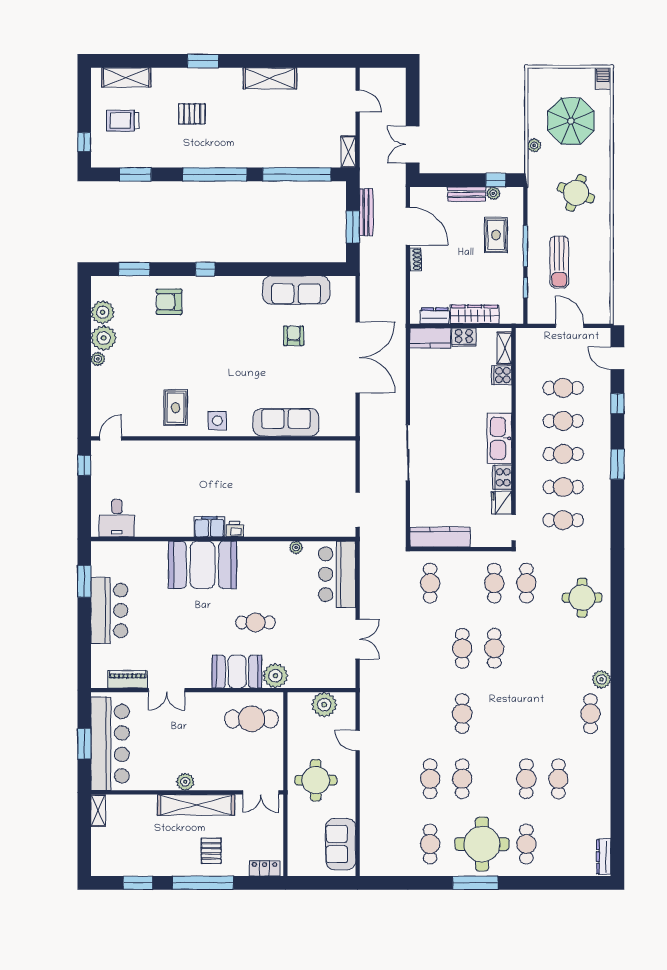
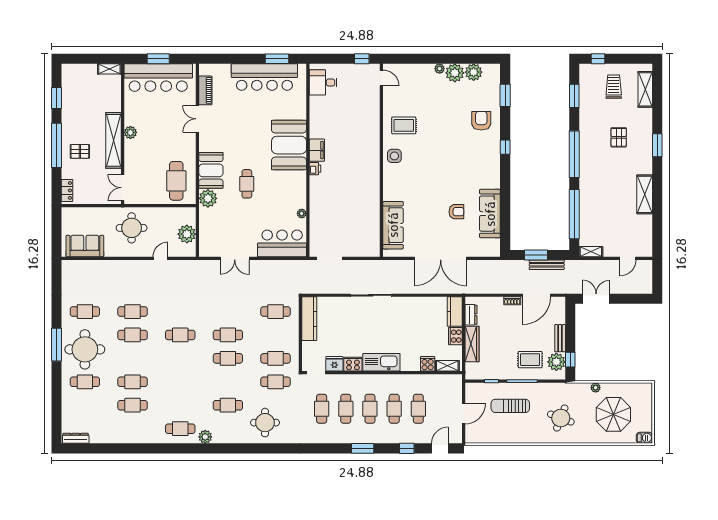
plant: (493, 193) -> (556, 362), width x1.87, depth x1.87
sofa: (286, 422) -> (393, 225), moved
bar counter: (109, 610) -> (264, 77), width x1.36
cafe table: (558, 648) -> (228, 405), added

